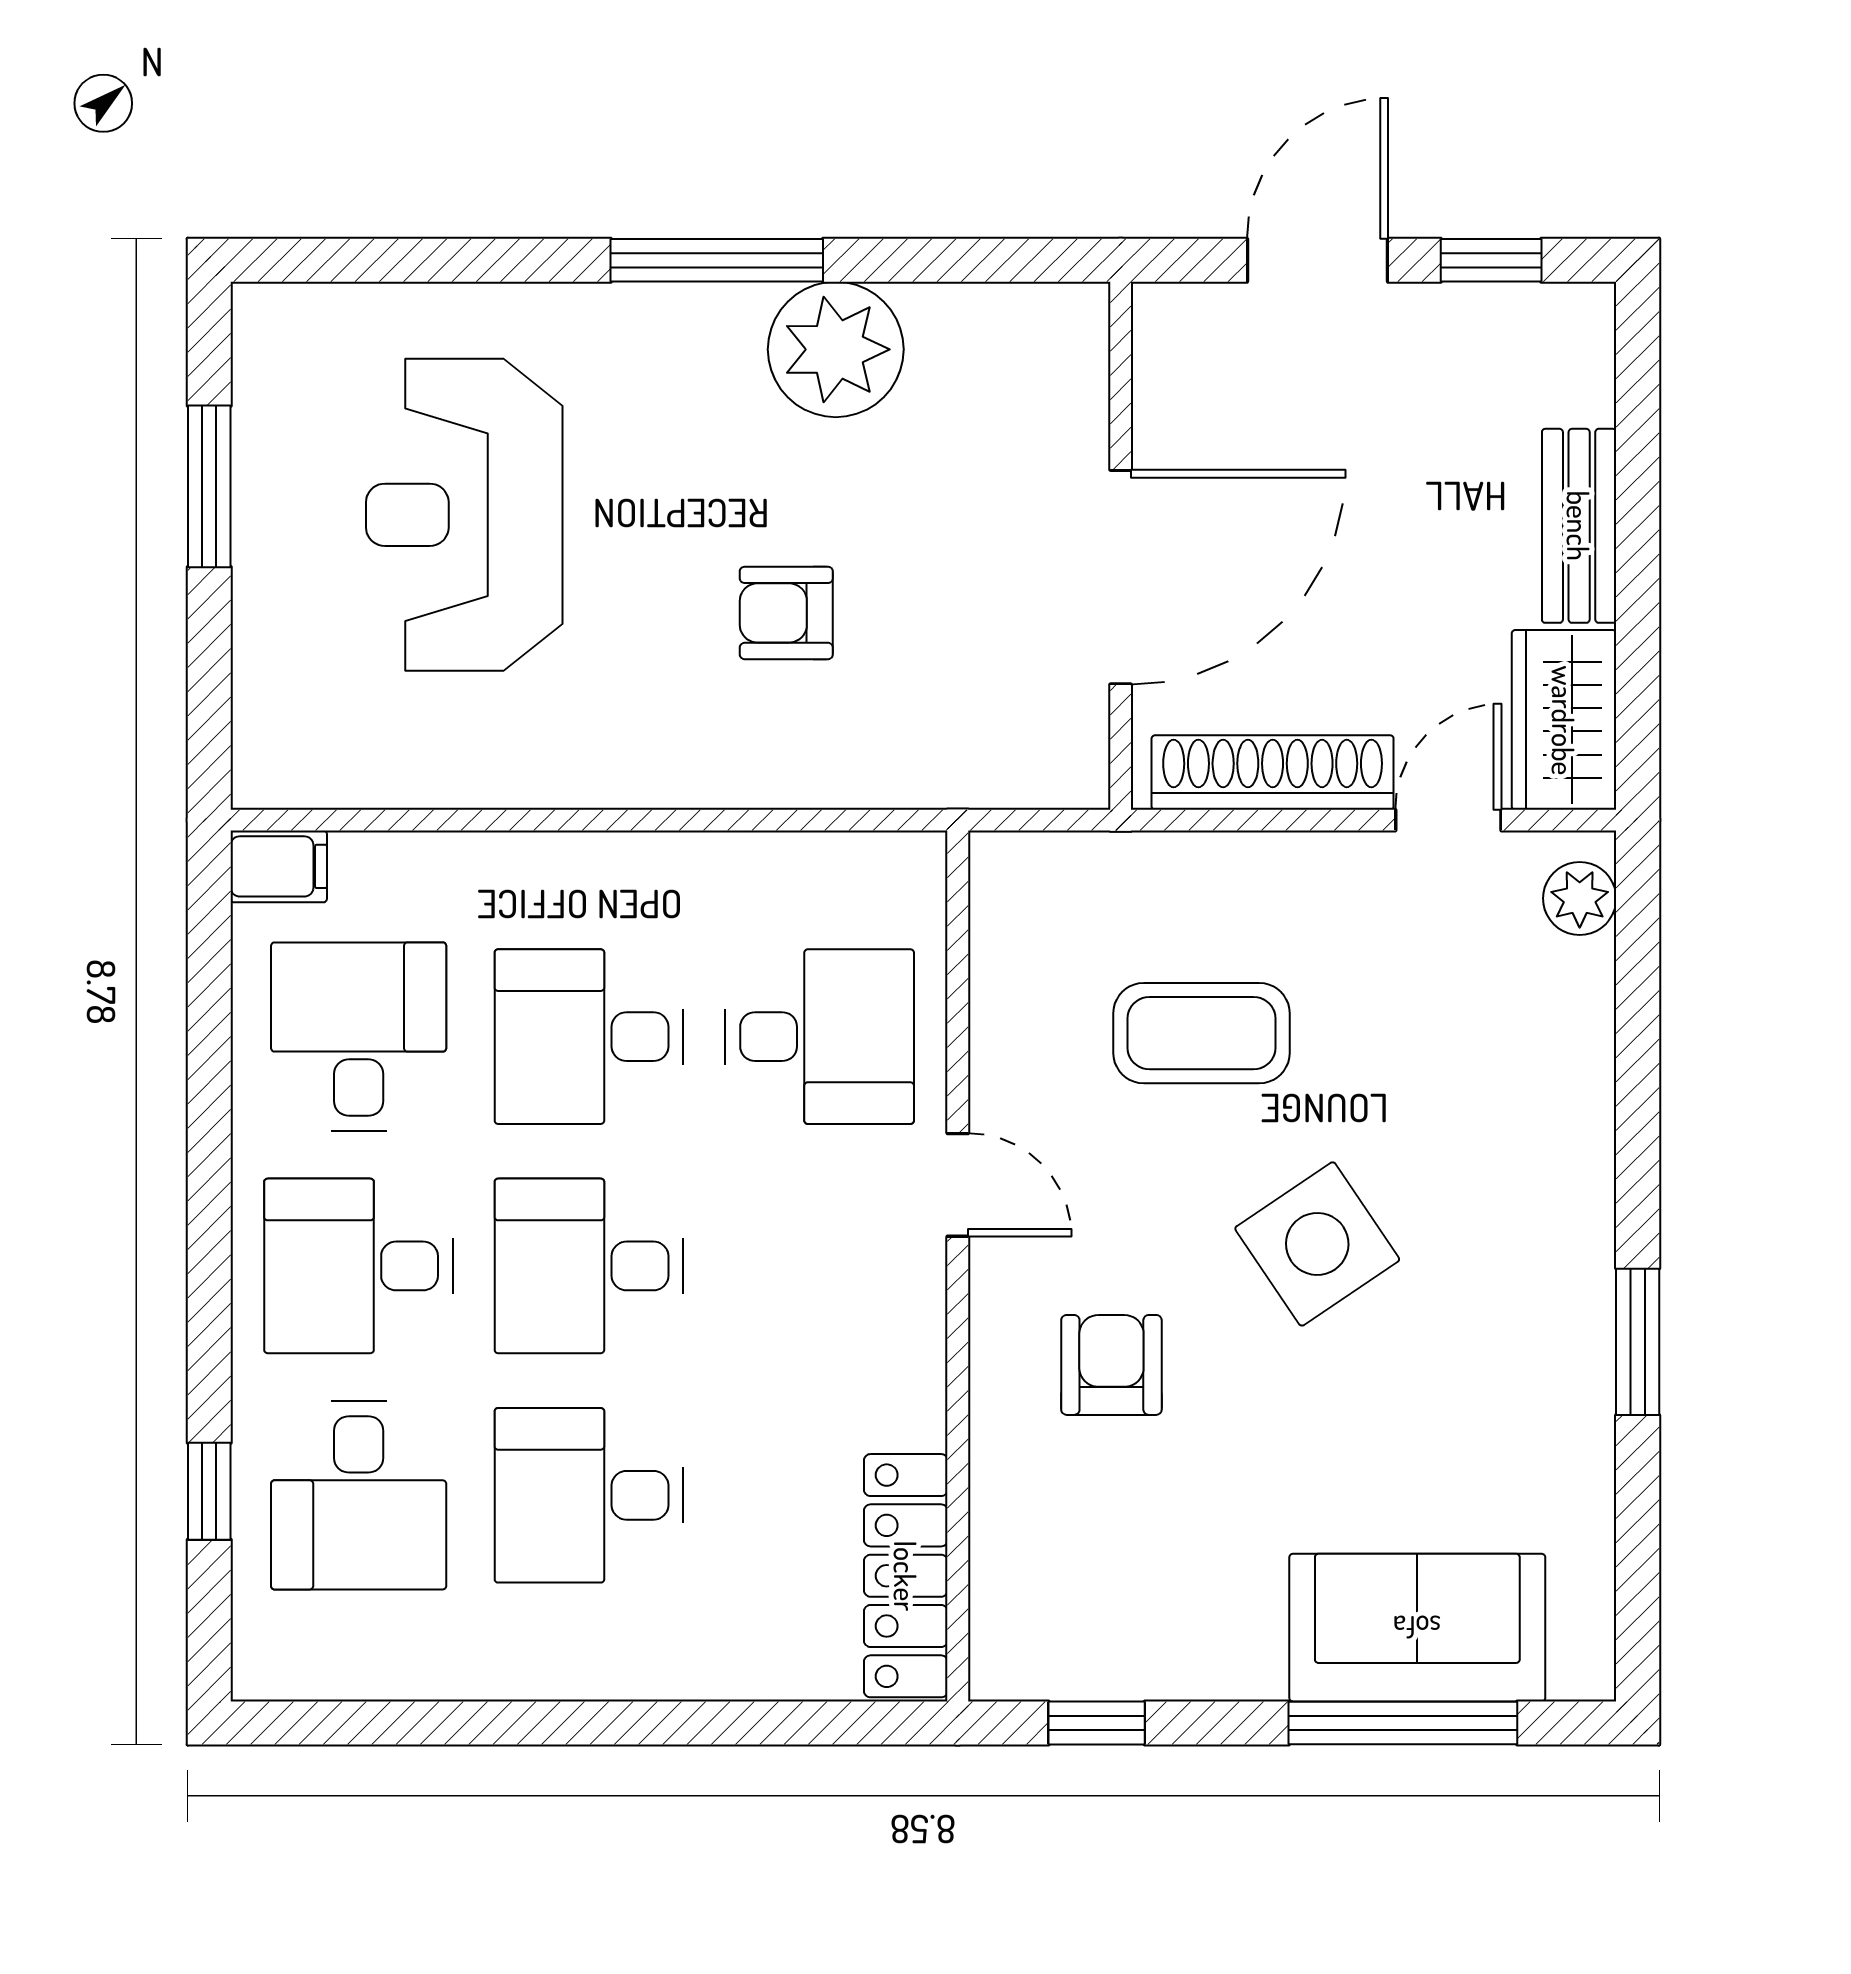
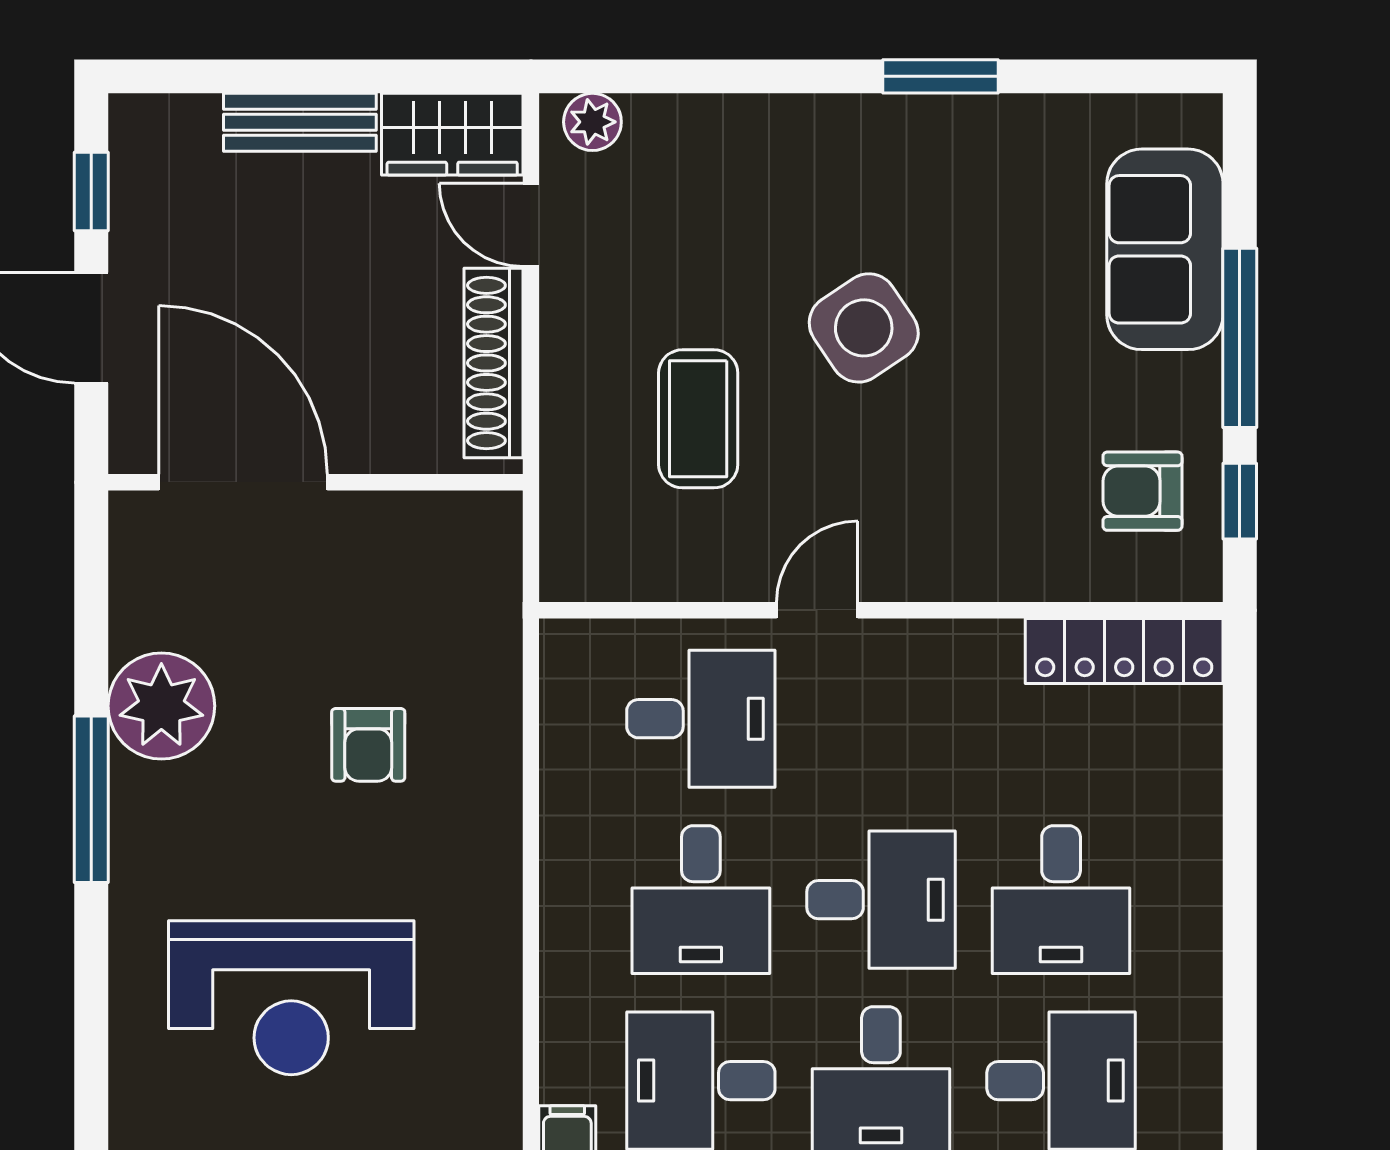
door: (1121, 577) -> (243, 482), moved
desk: (820, 1037) -> (701, 719), turned 90
desk: (589, 1266) -> (881, 900), turned -90
armchair: (1111, 1365) -> (1142, 491), moved
window: (1403, 1723) -> (1240, 338), moved

